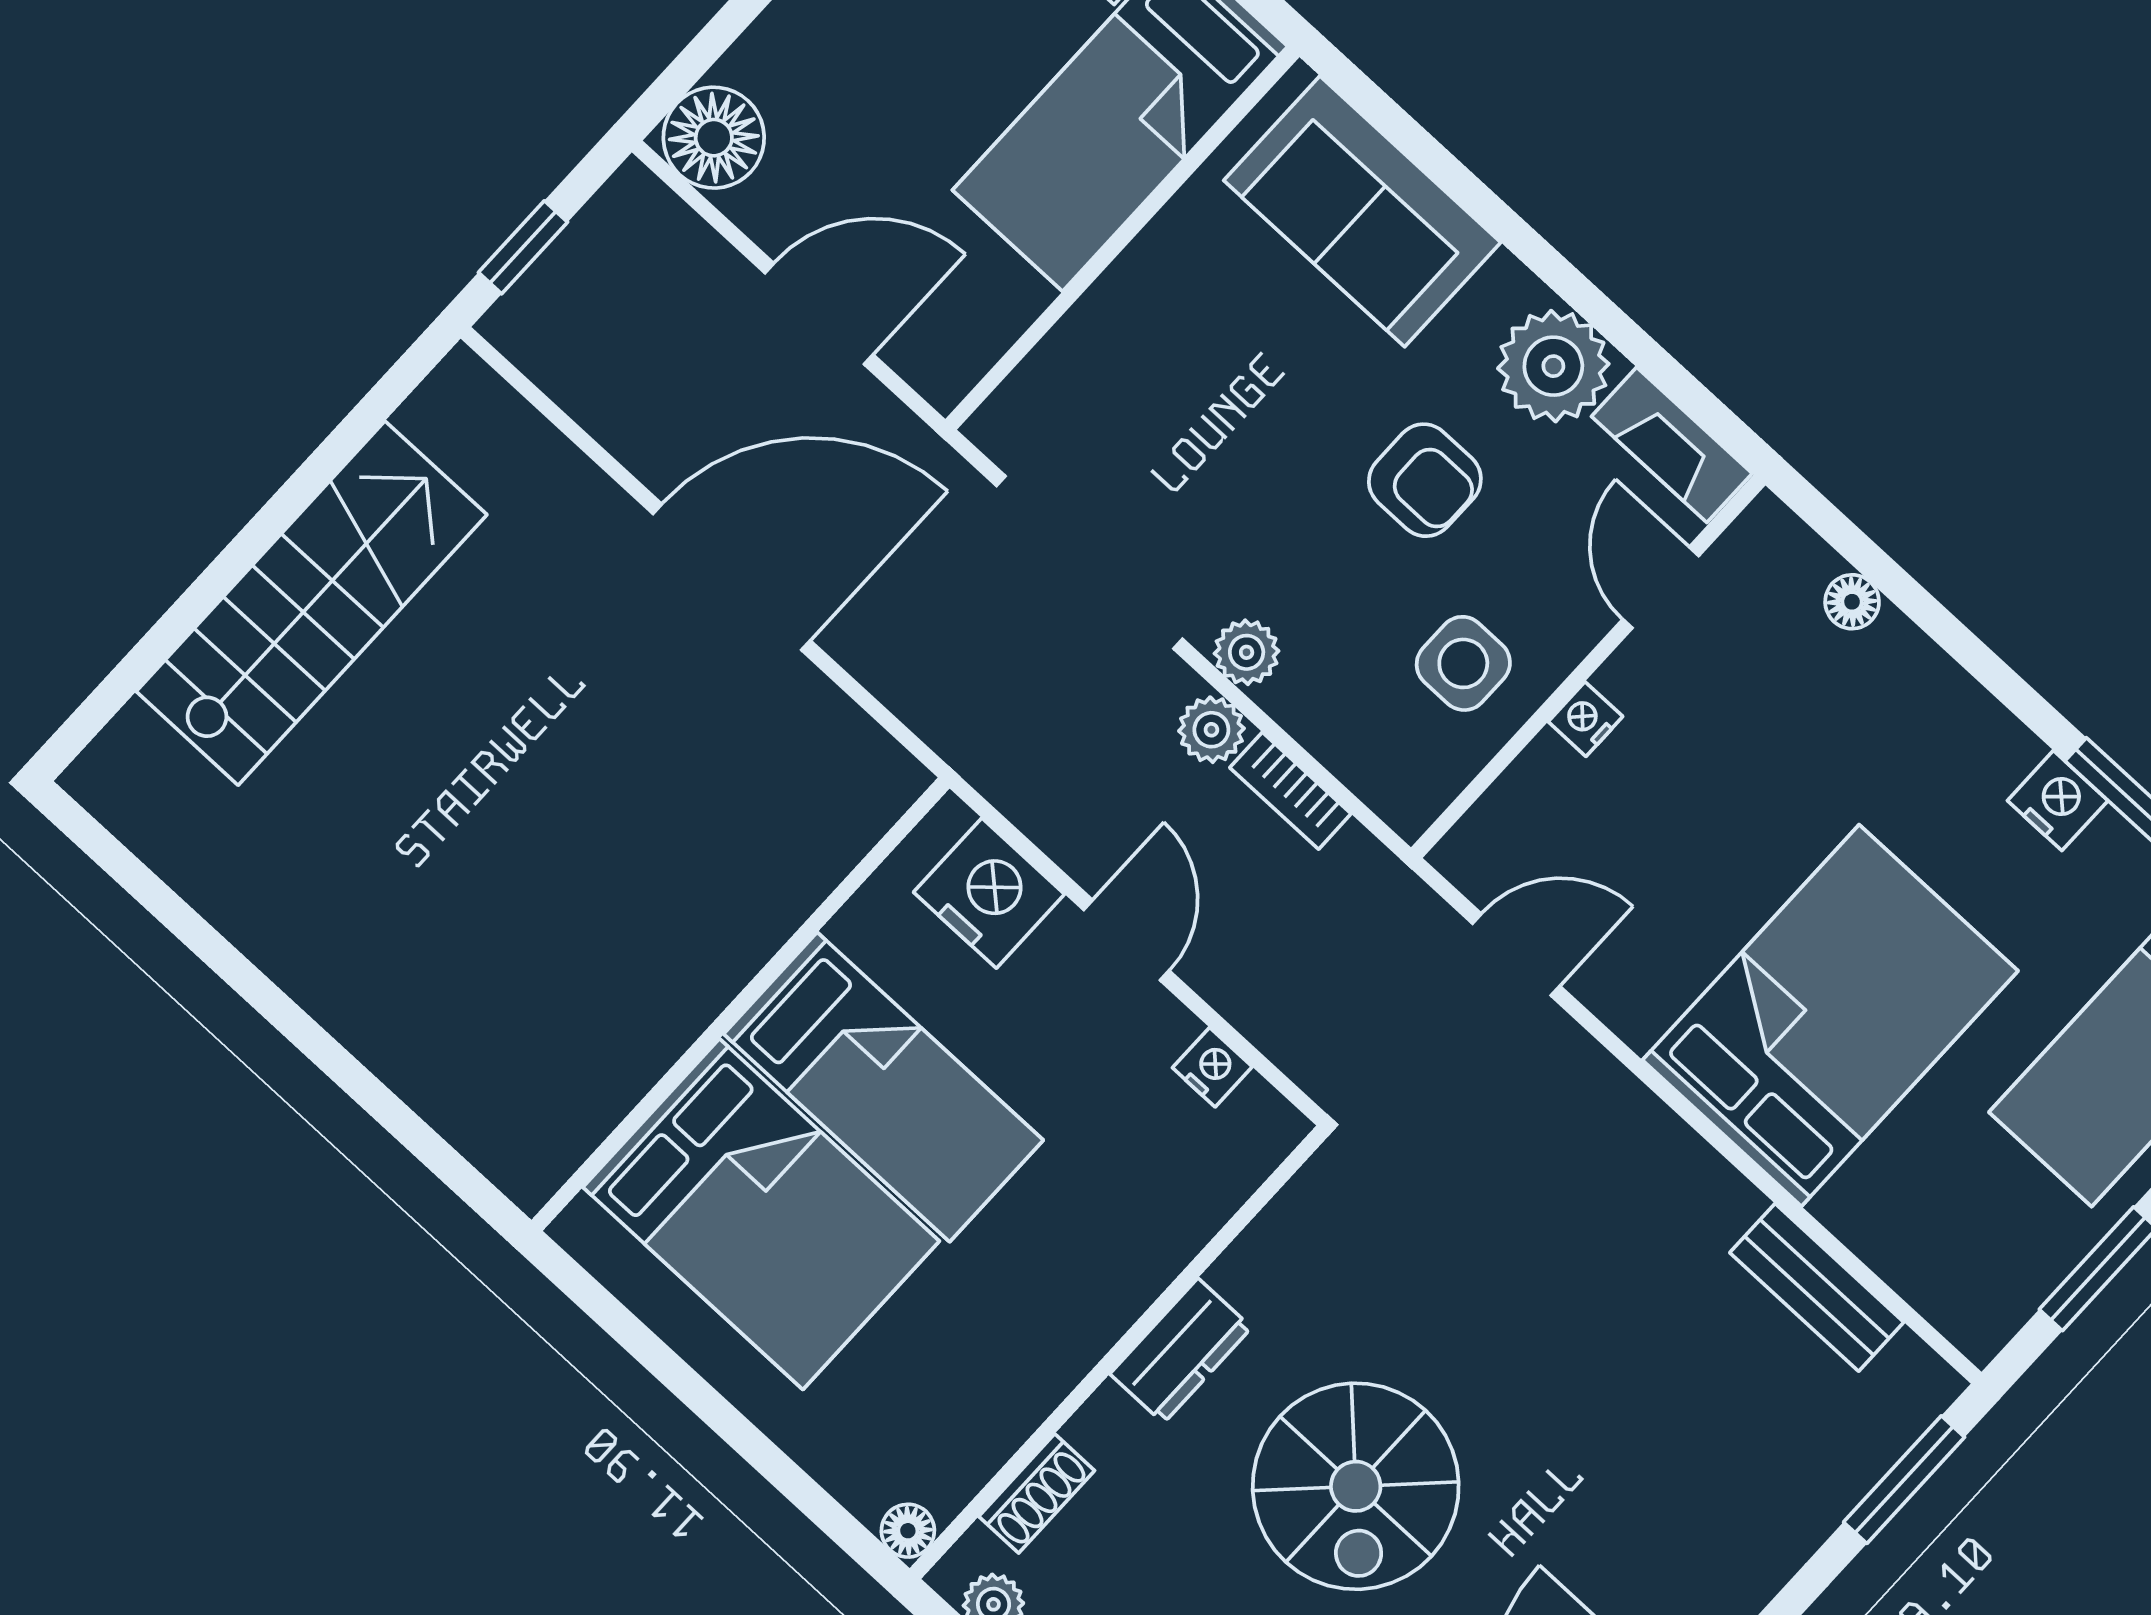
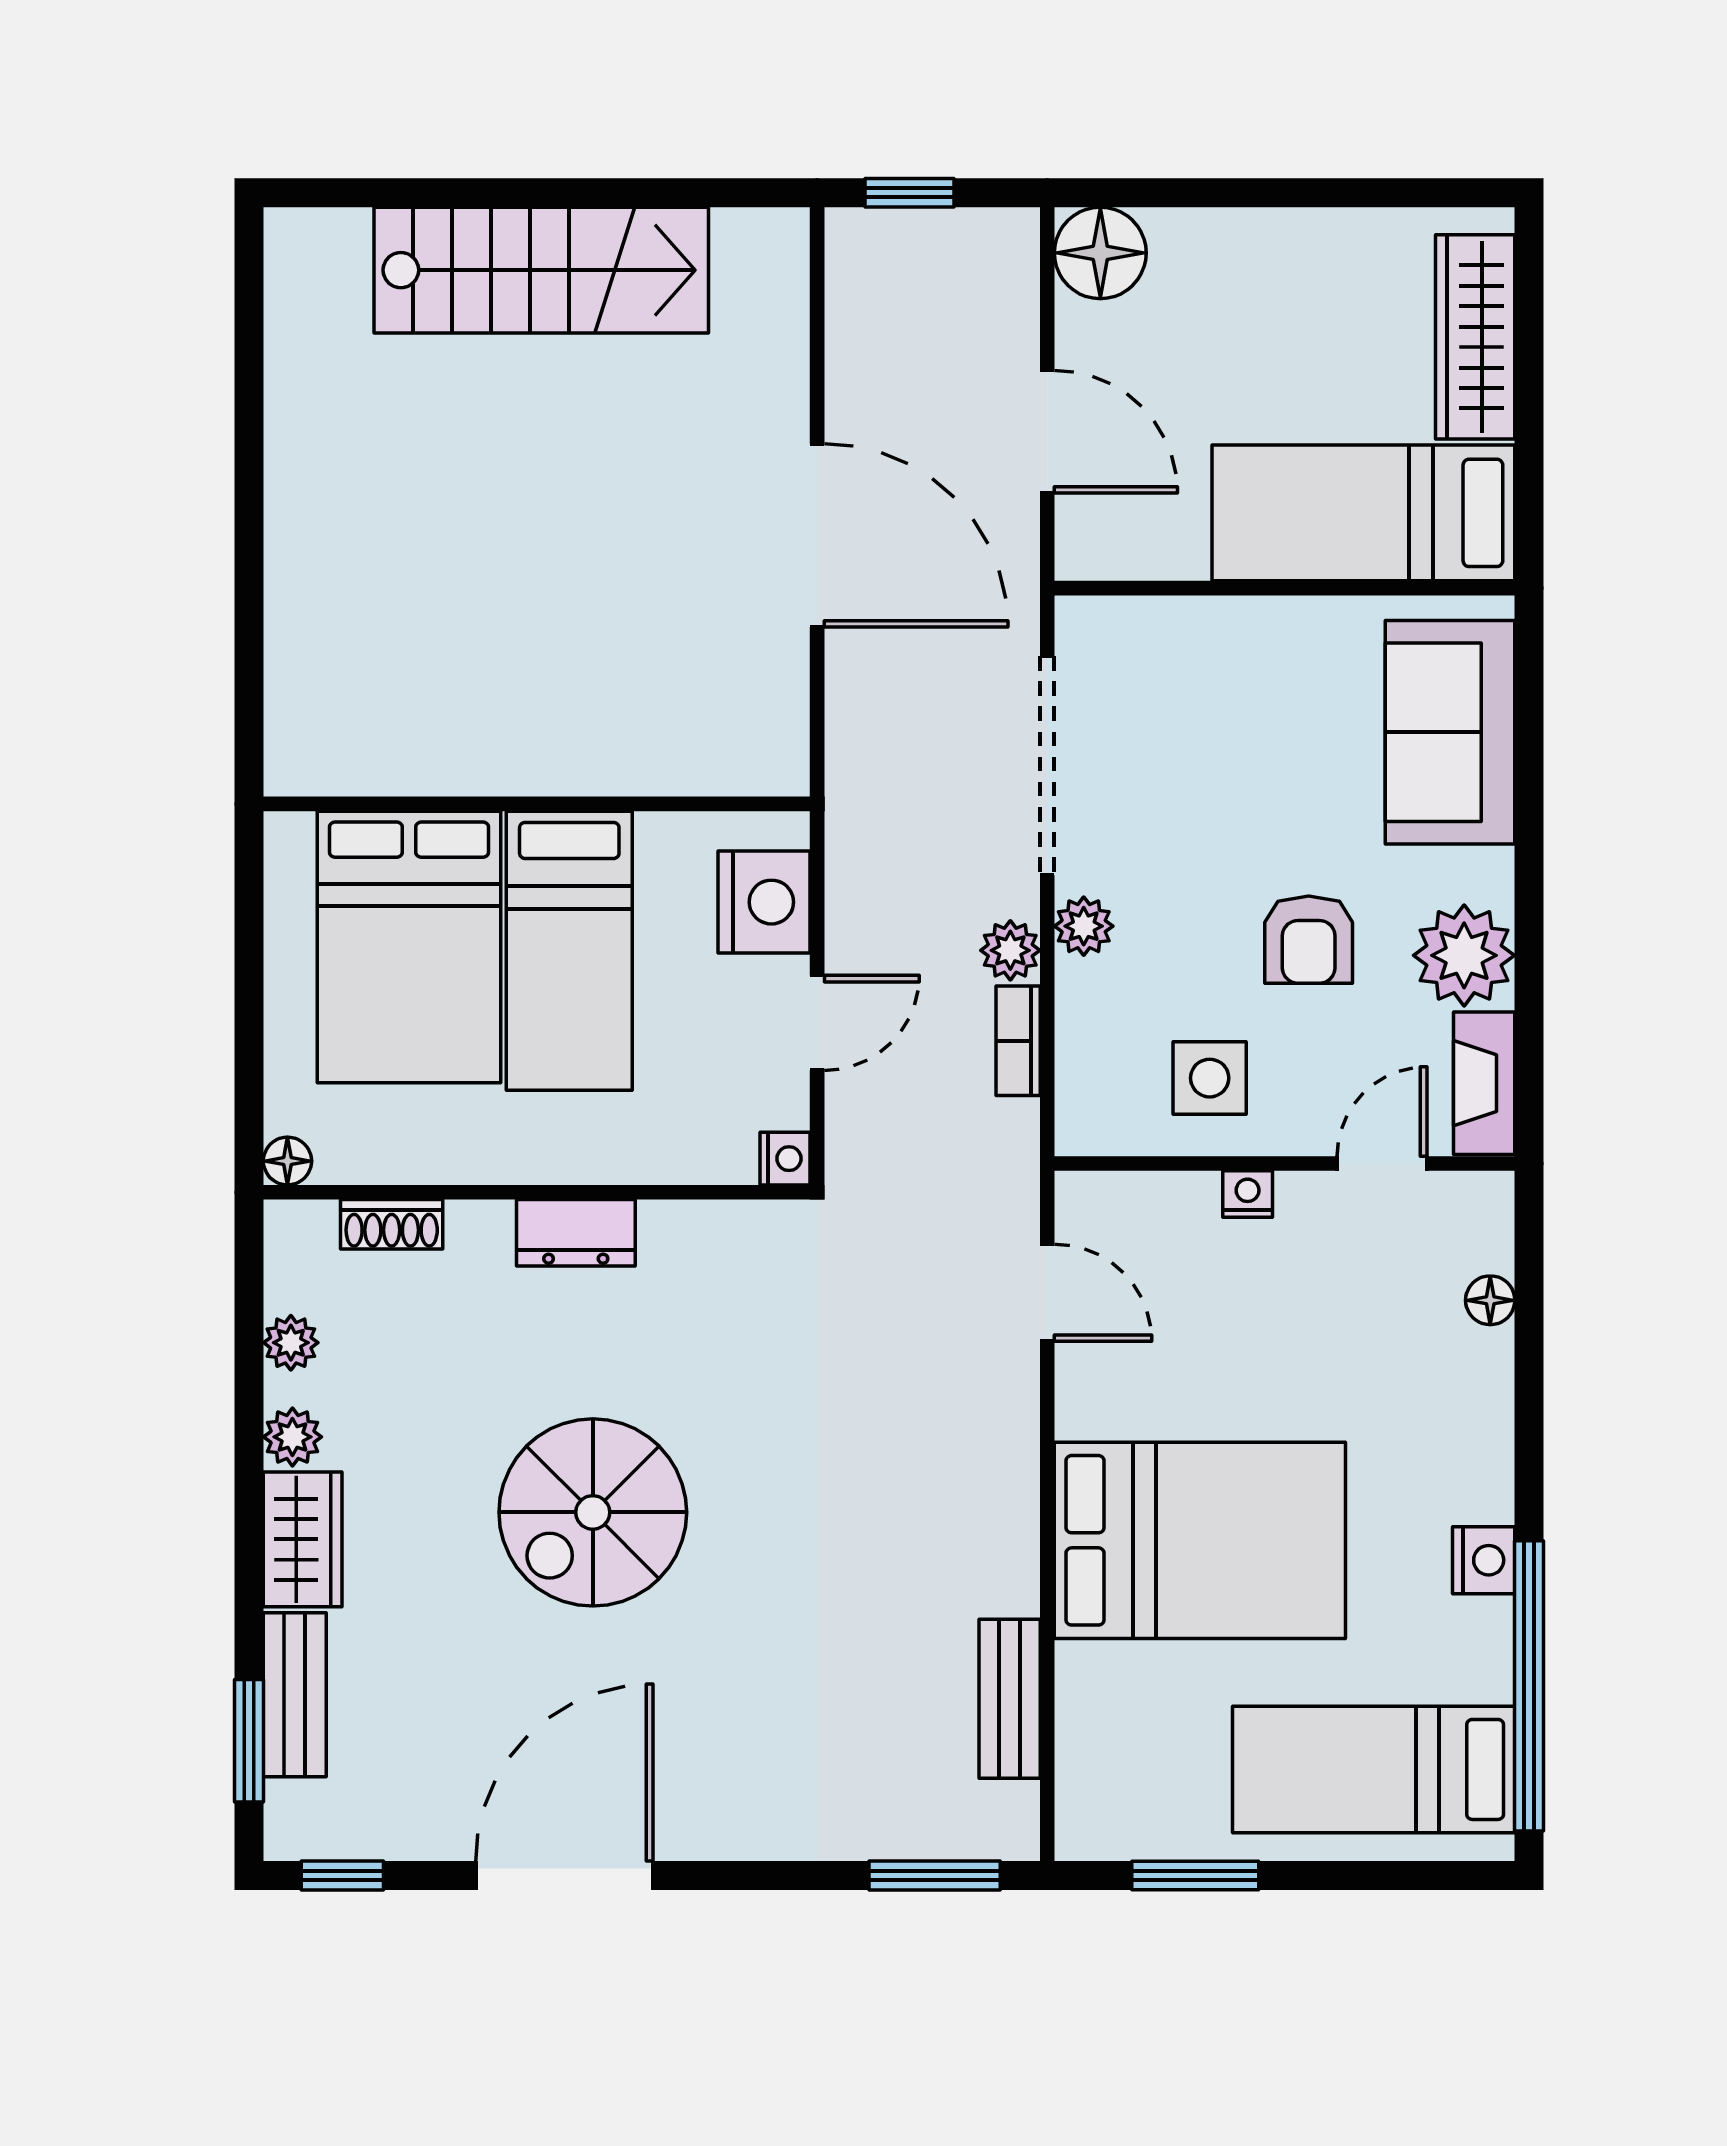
dresser: (1181, 1351) -> (576, 1233), moved
wall: (1119, 1352) -> (537, 1192), moved
shoe rack: (1037, 1493) -> (392, 1224), moved
floor lamp: (908, 1531) -> (287, 1161), moved

